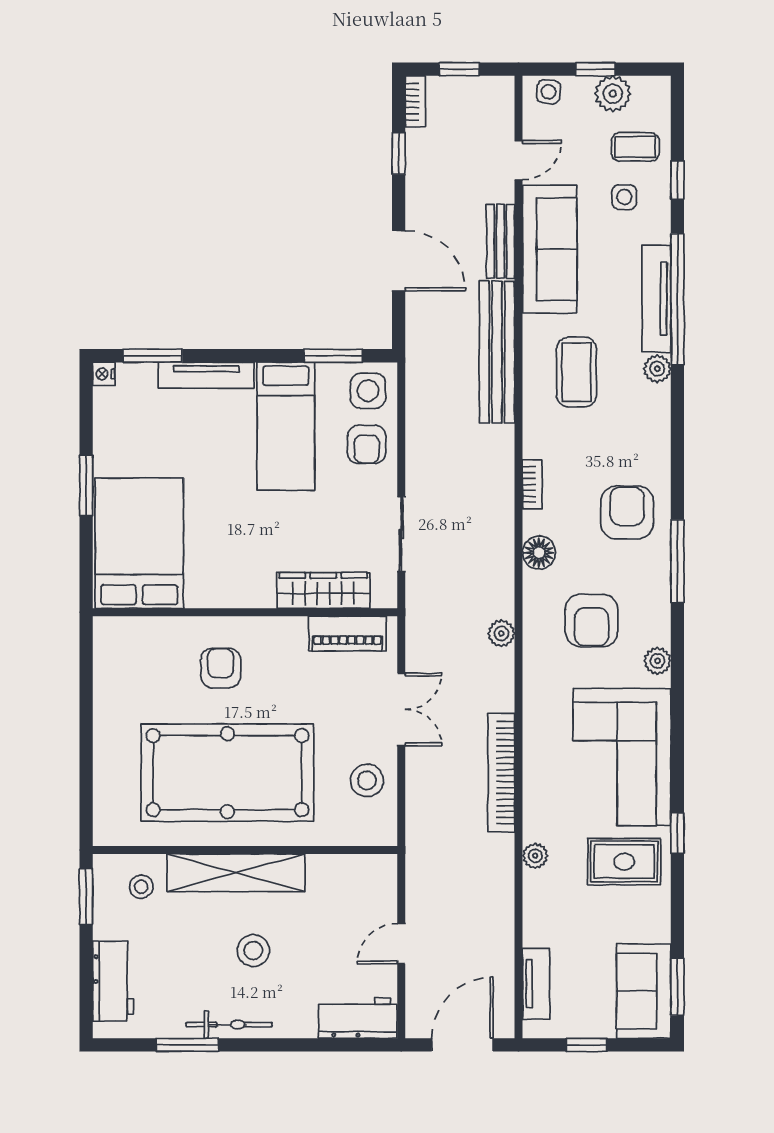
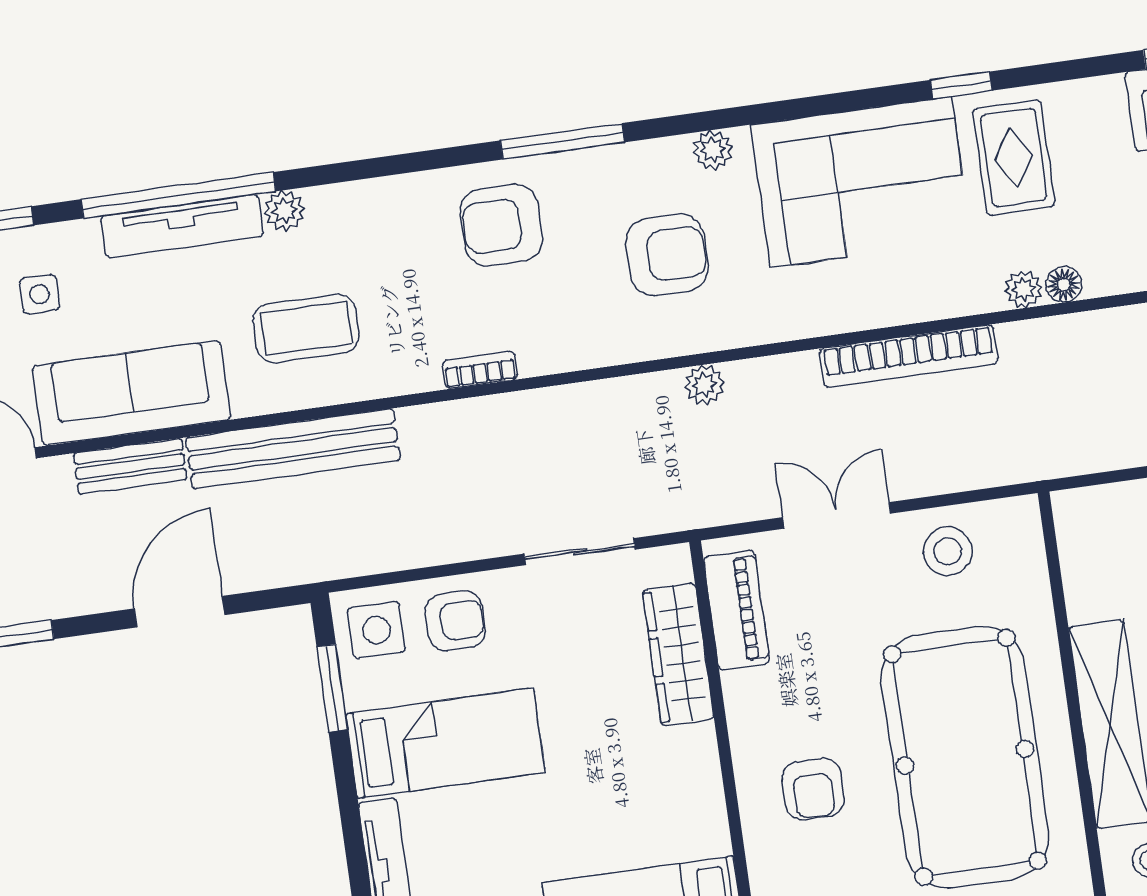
floor lamp: (539, 553) -> (1064, 284), moved, width x0.73, depth x0.73
armchair: (221, 668) -> (813, 789), turned -90

